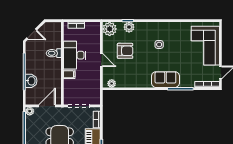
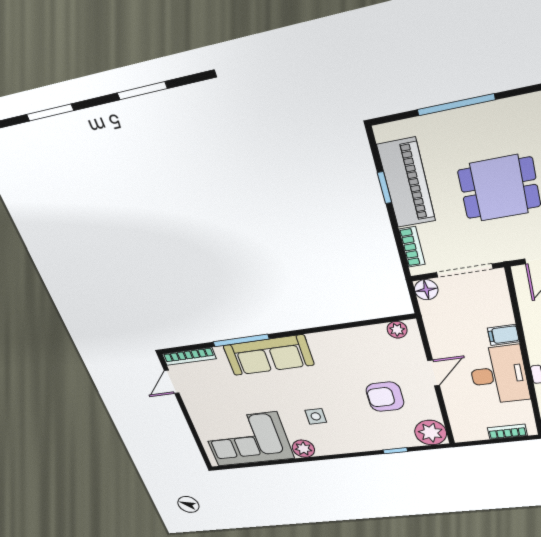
plant: (129, 27) -> (303, 449), moved
corner sofa: (205, 46) -> (247, 439), moved, turned -90
door: (101, 60) -> (433, 373), swing flipped
sofa: (165, 80) -> (269, 355), width x1.36
floor lamp: (96, 100) -> (426, 290), added

